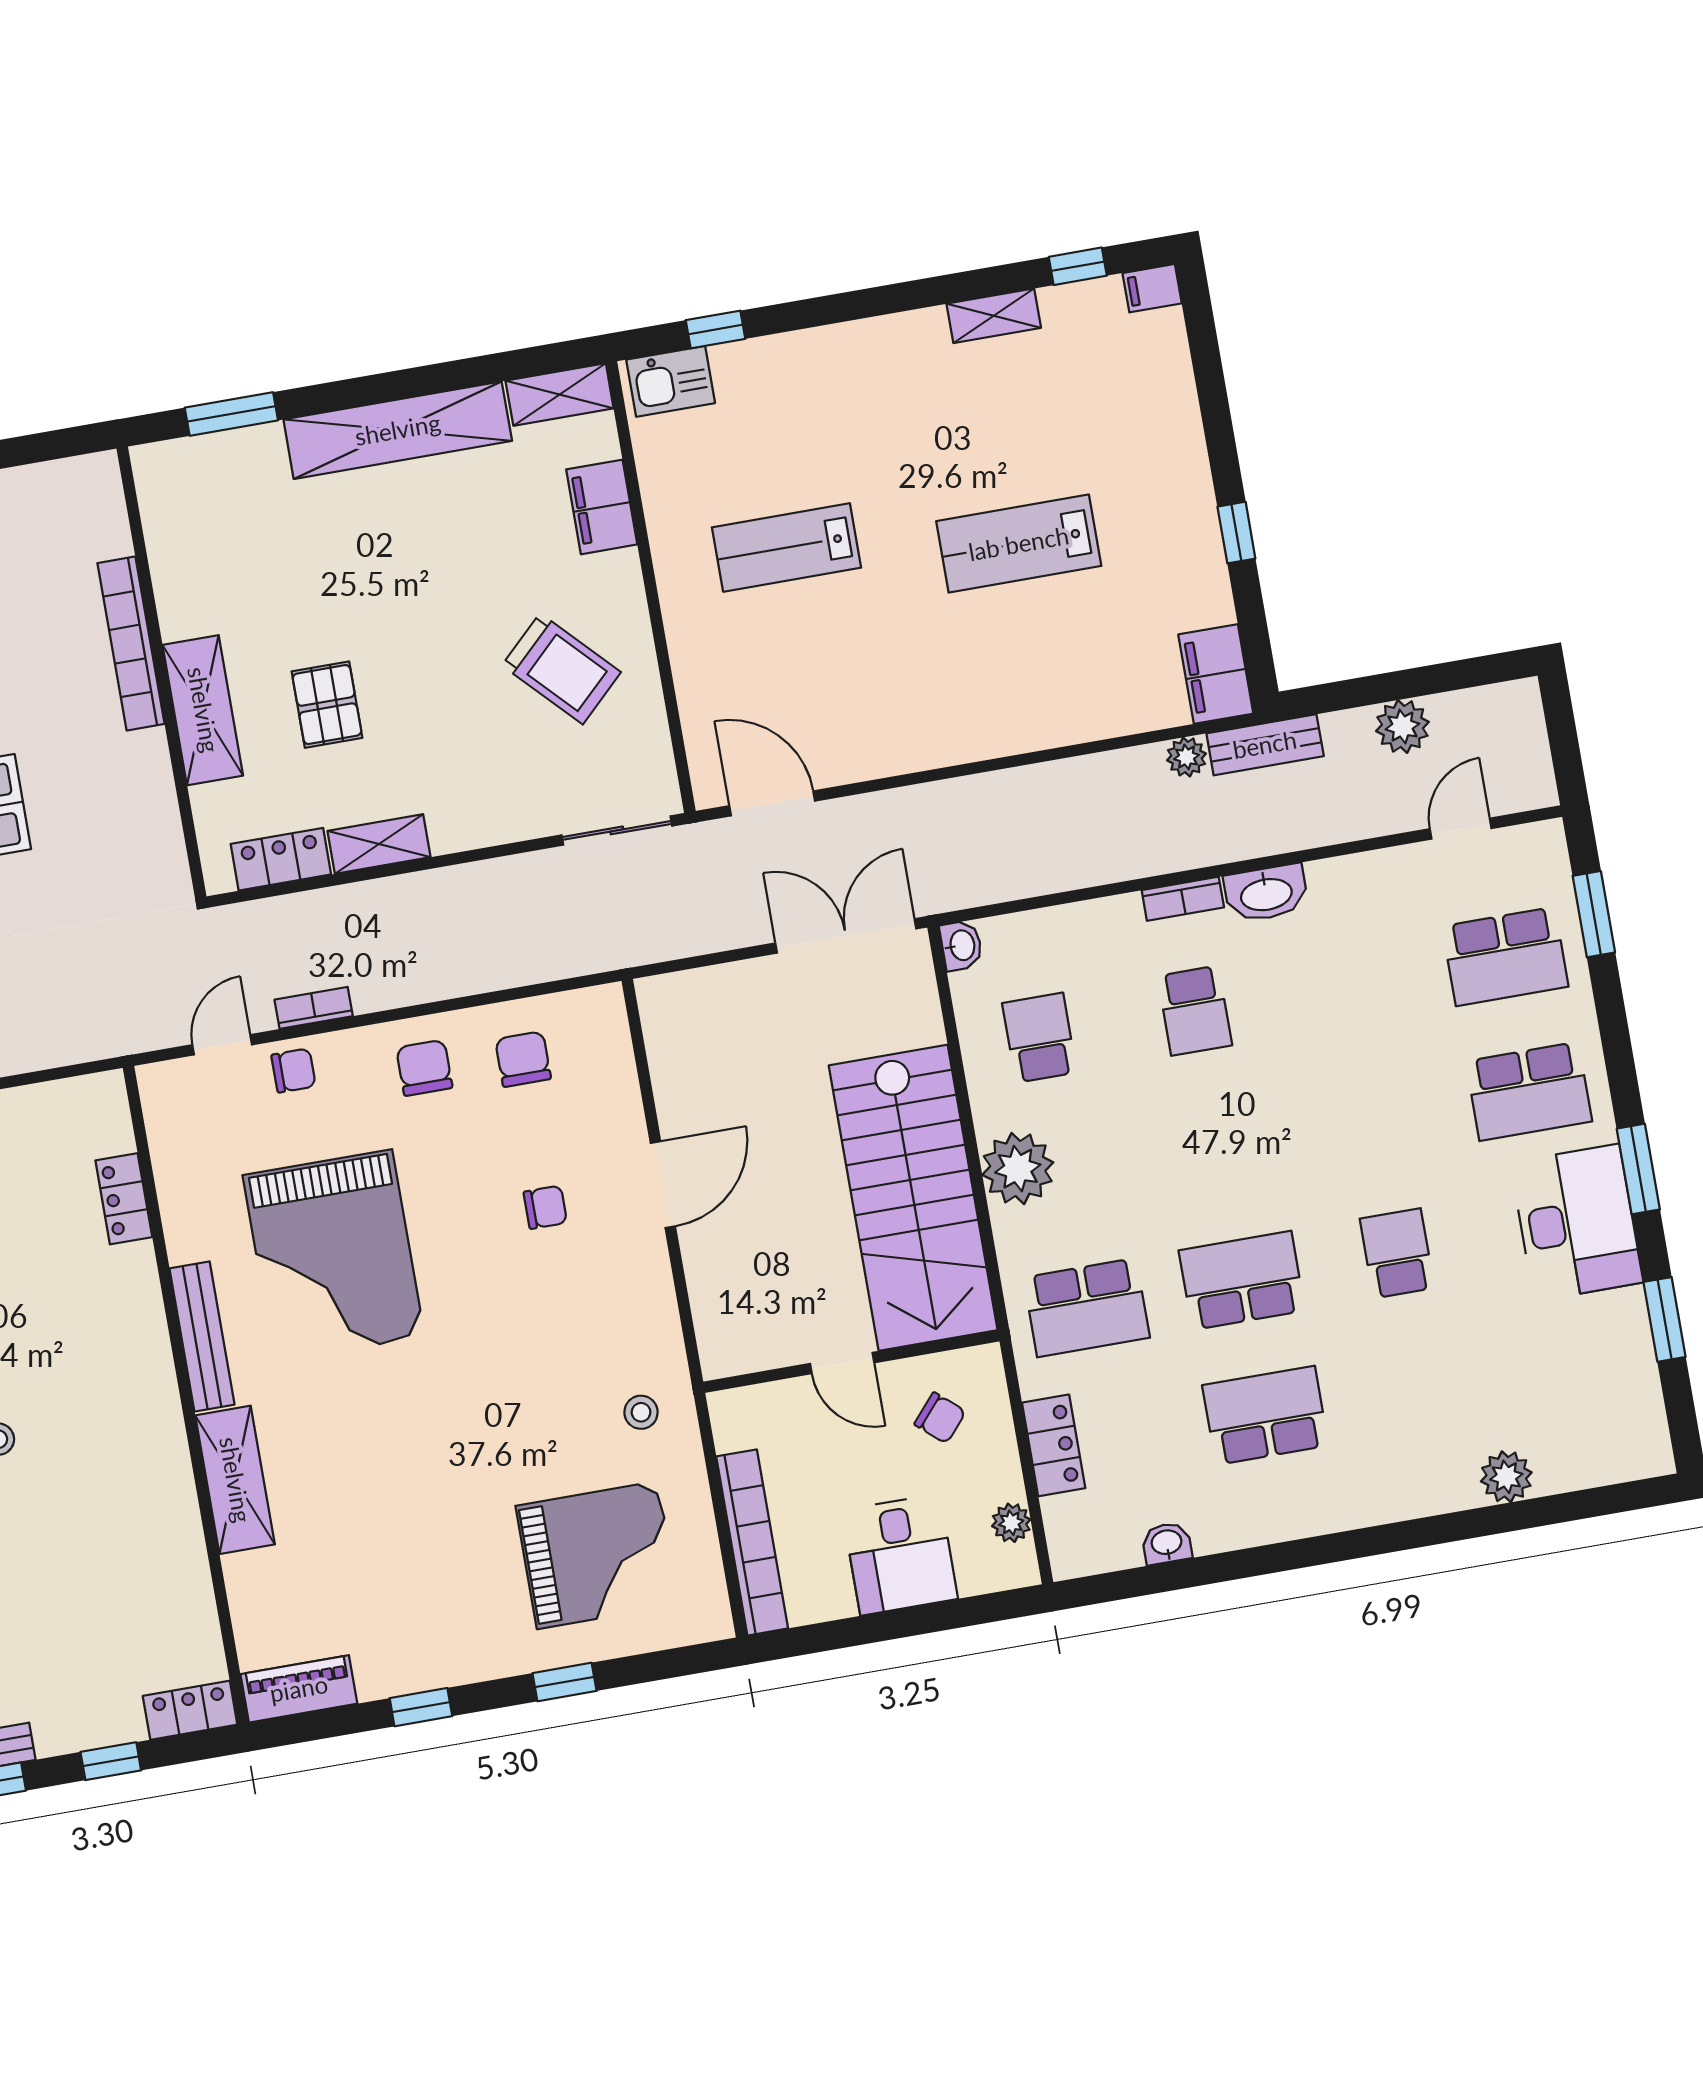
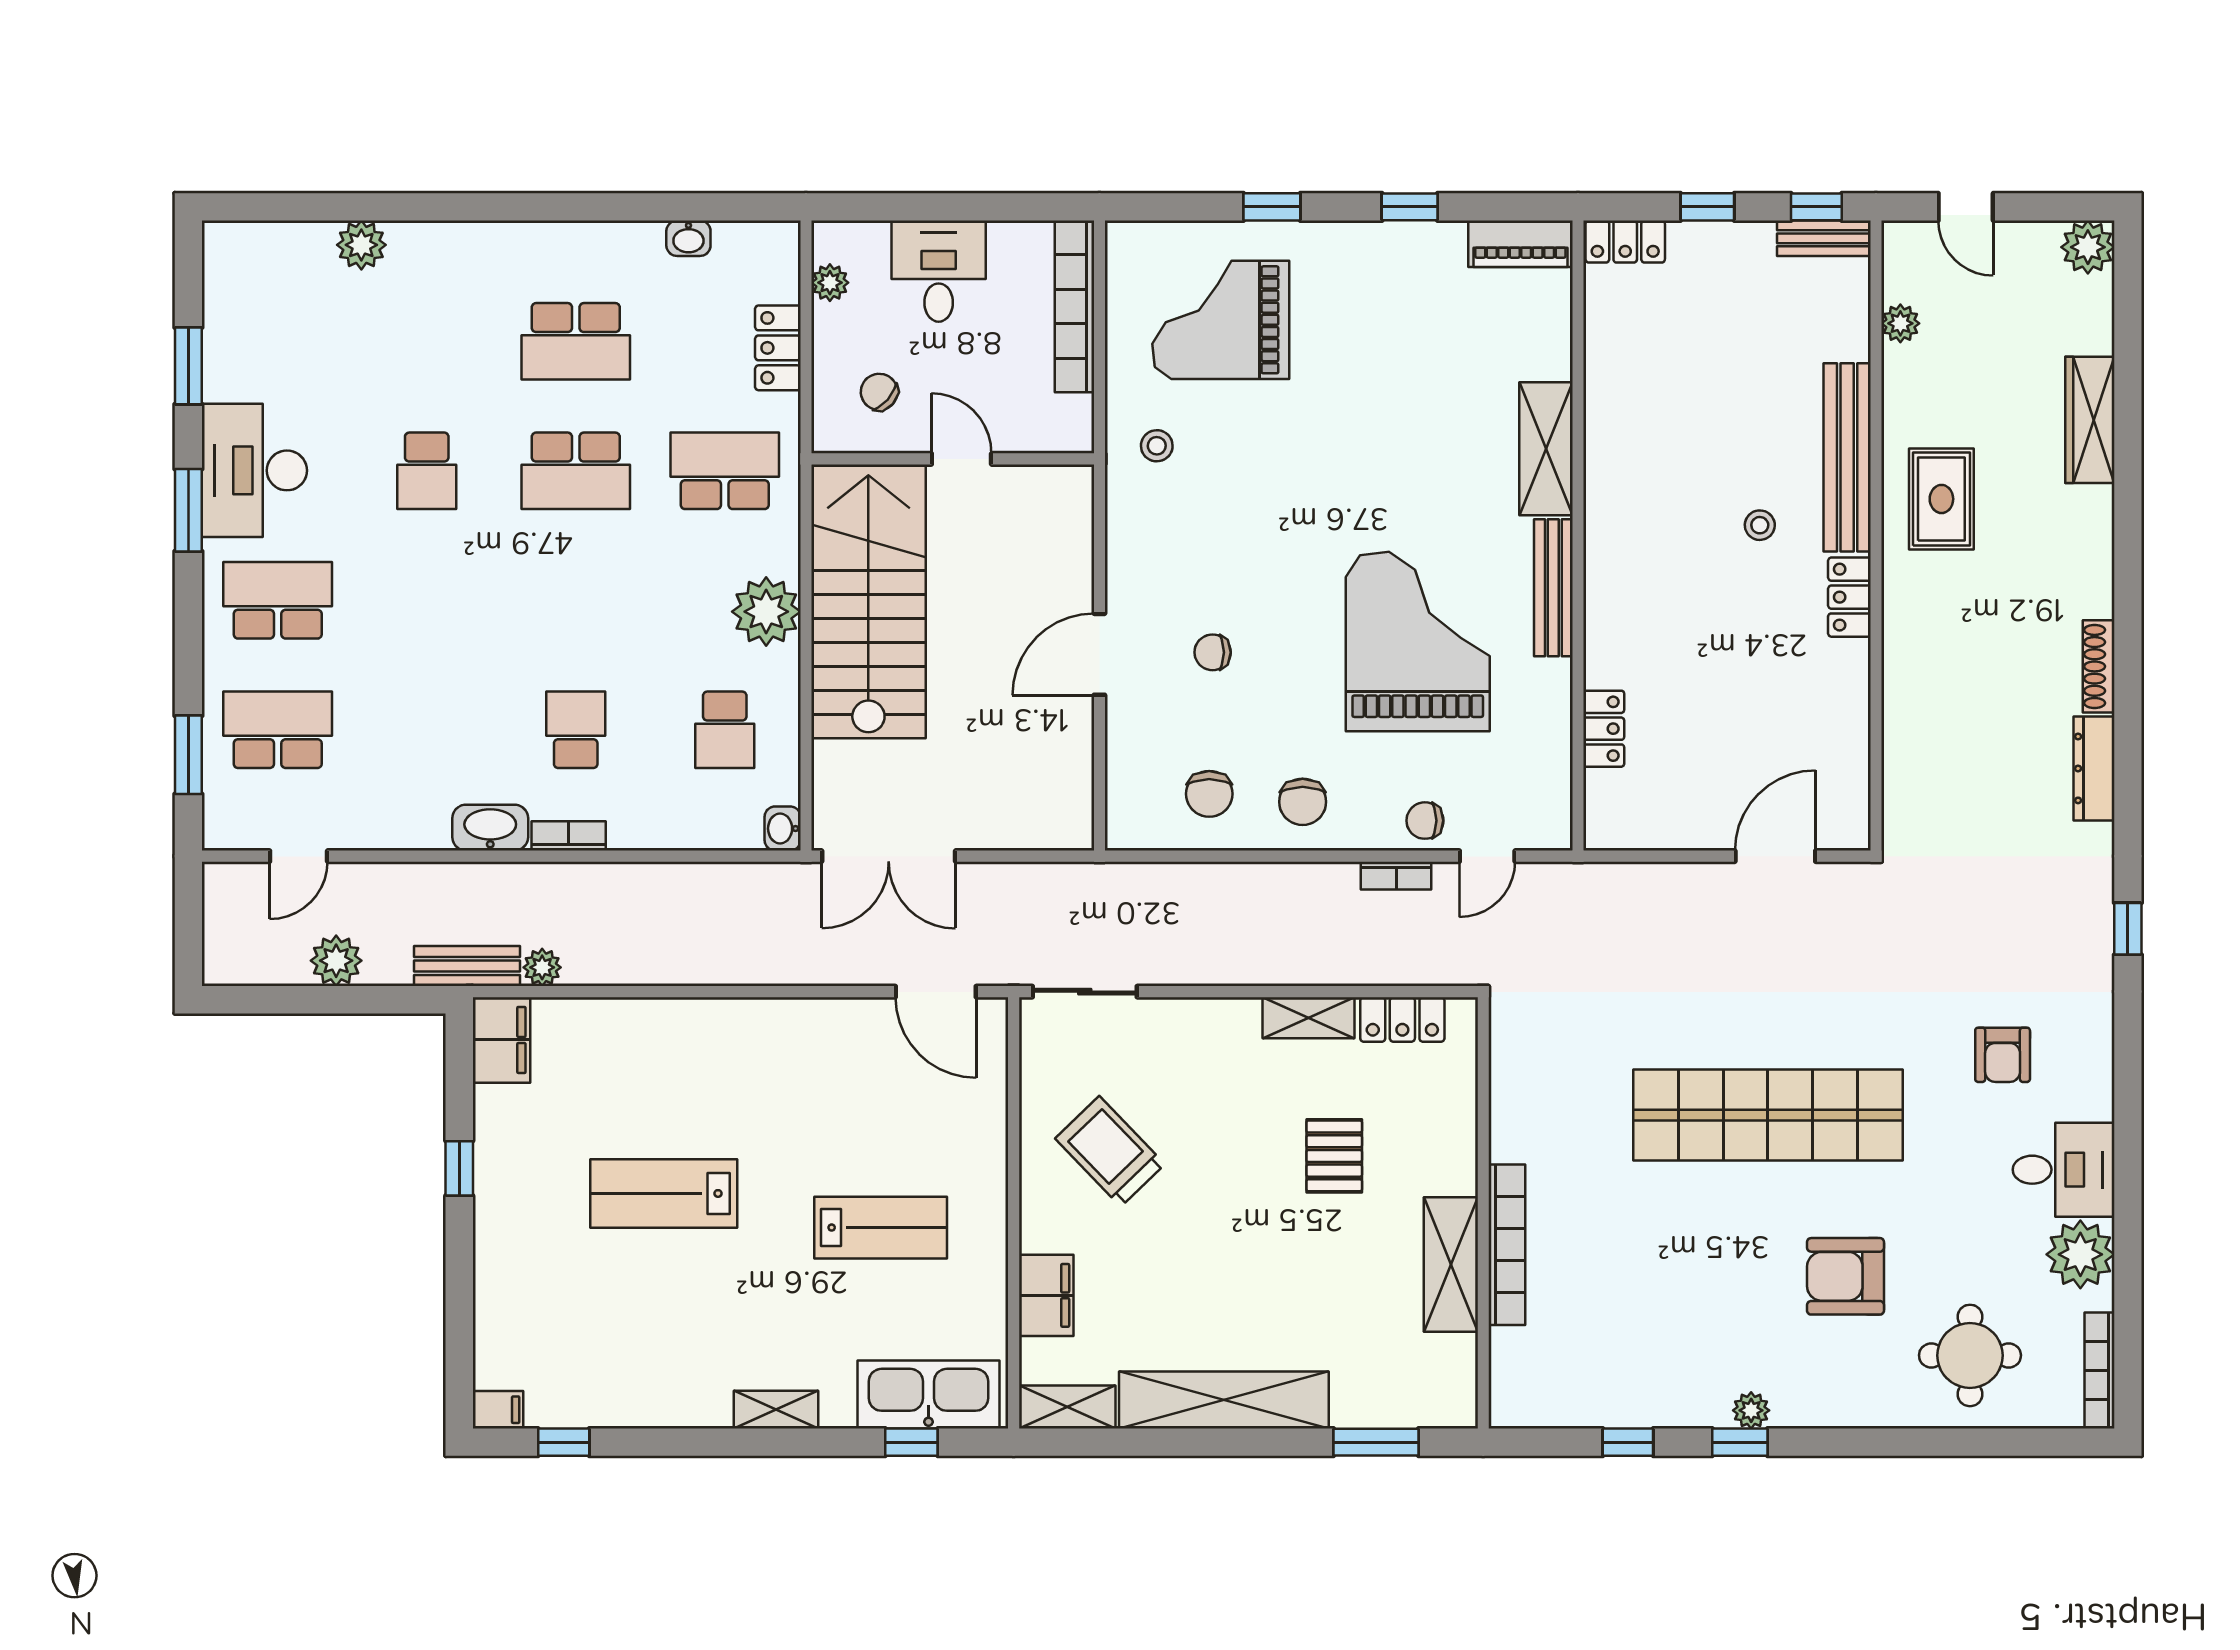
shelving: (994, 316) -> (776, 1410), moved
kitchen sink: (671, 381) -> (929, 1395), width x1.88, depth x1.24
lab bench: (1019, 544) -> (664, 1193), turned 180
shelving: (203, 710) -> (1451, 1264), moved

